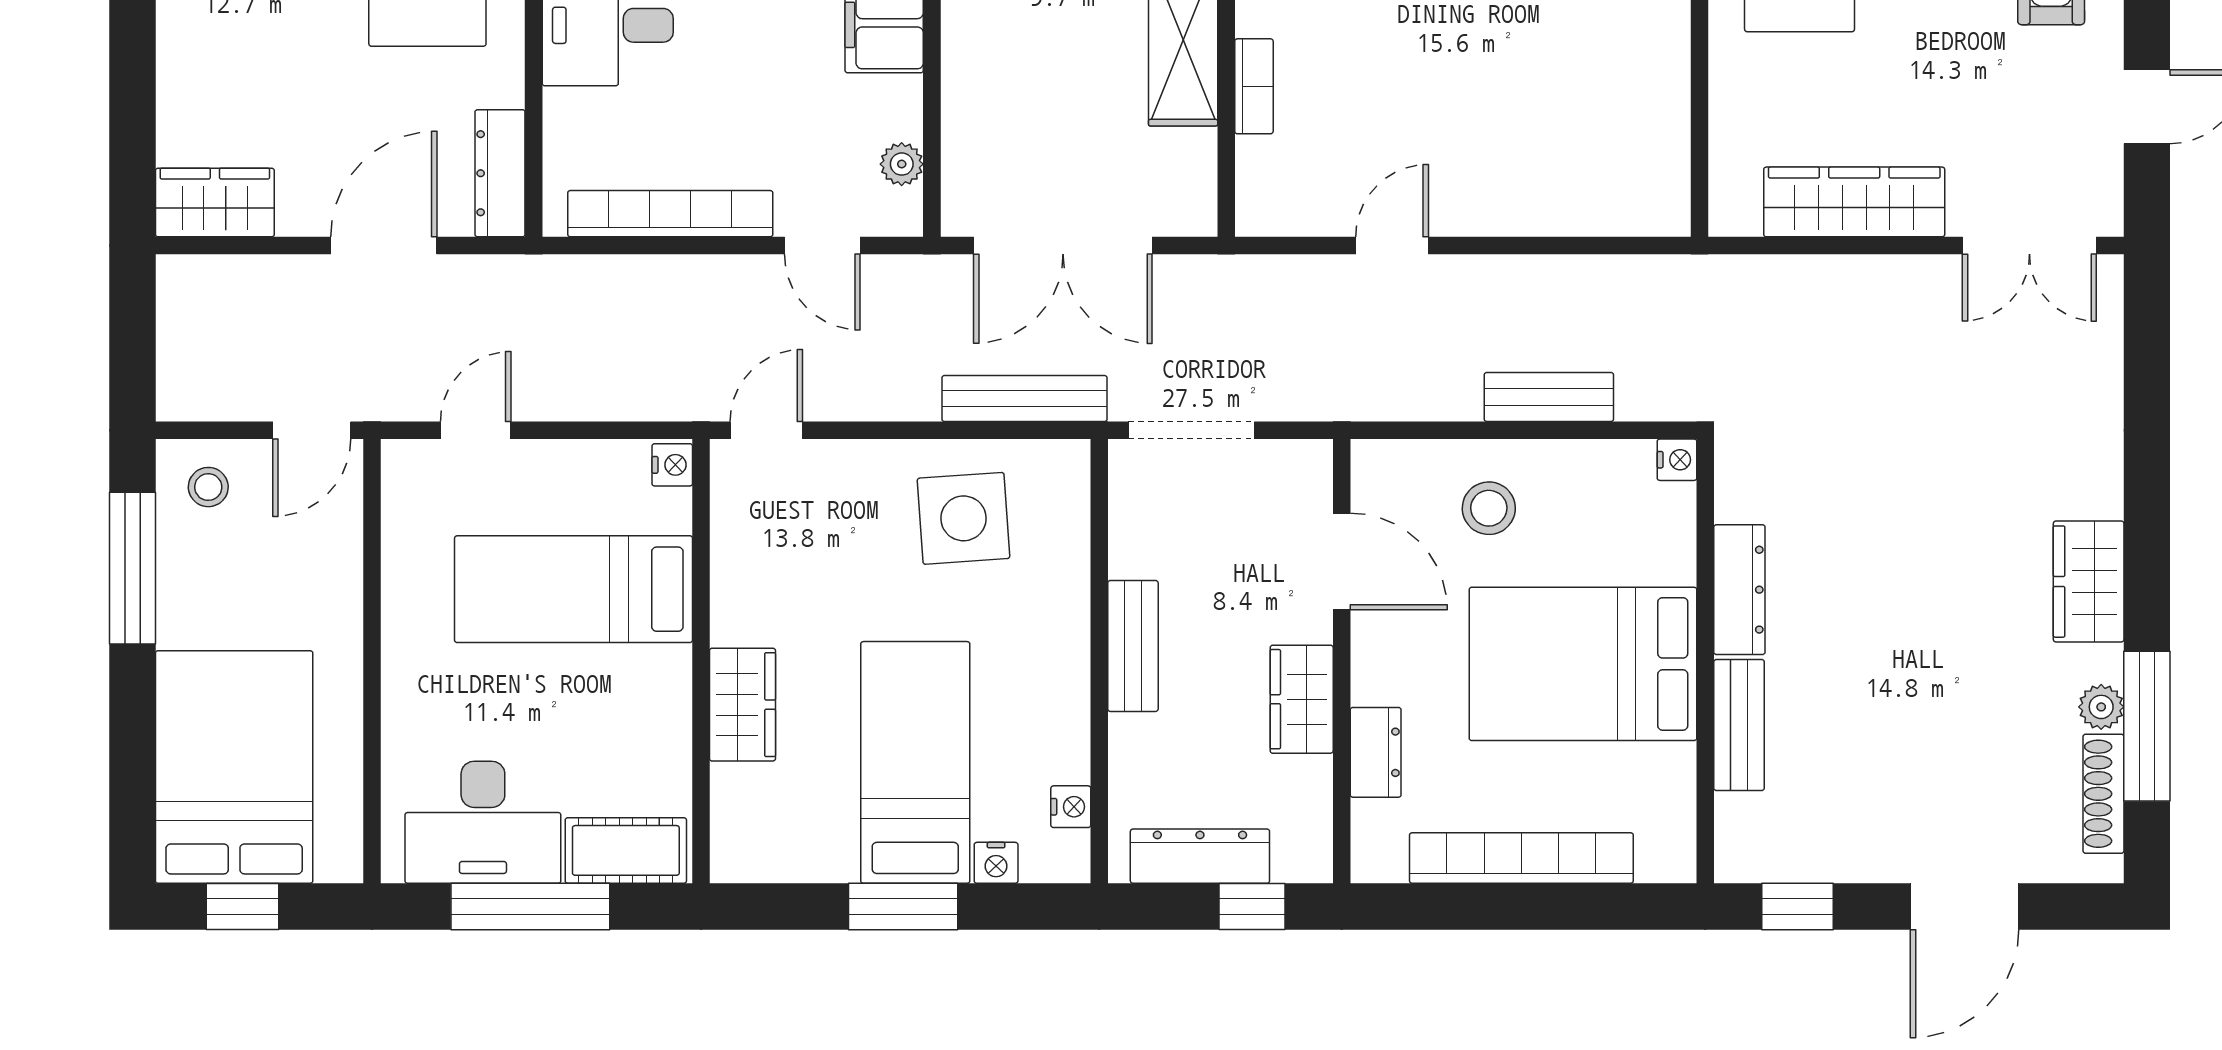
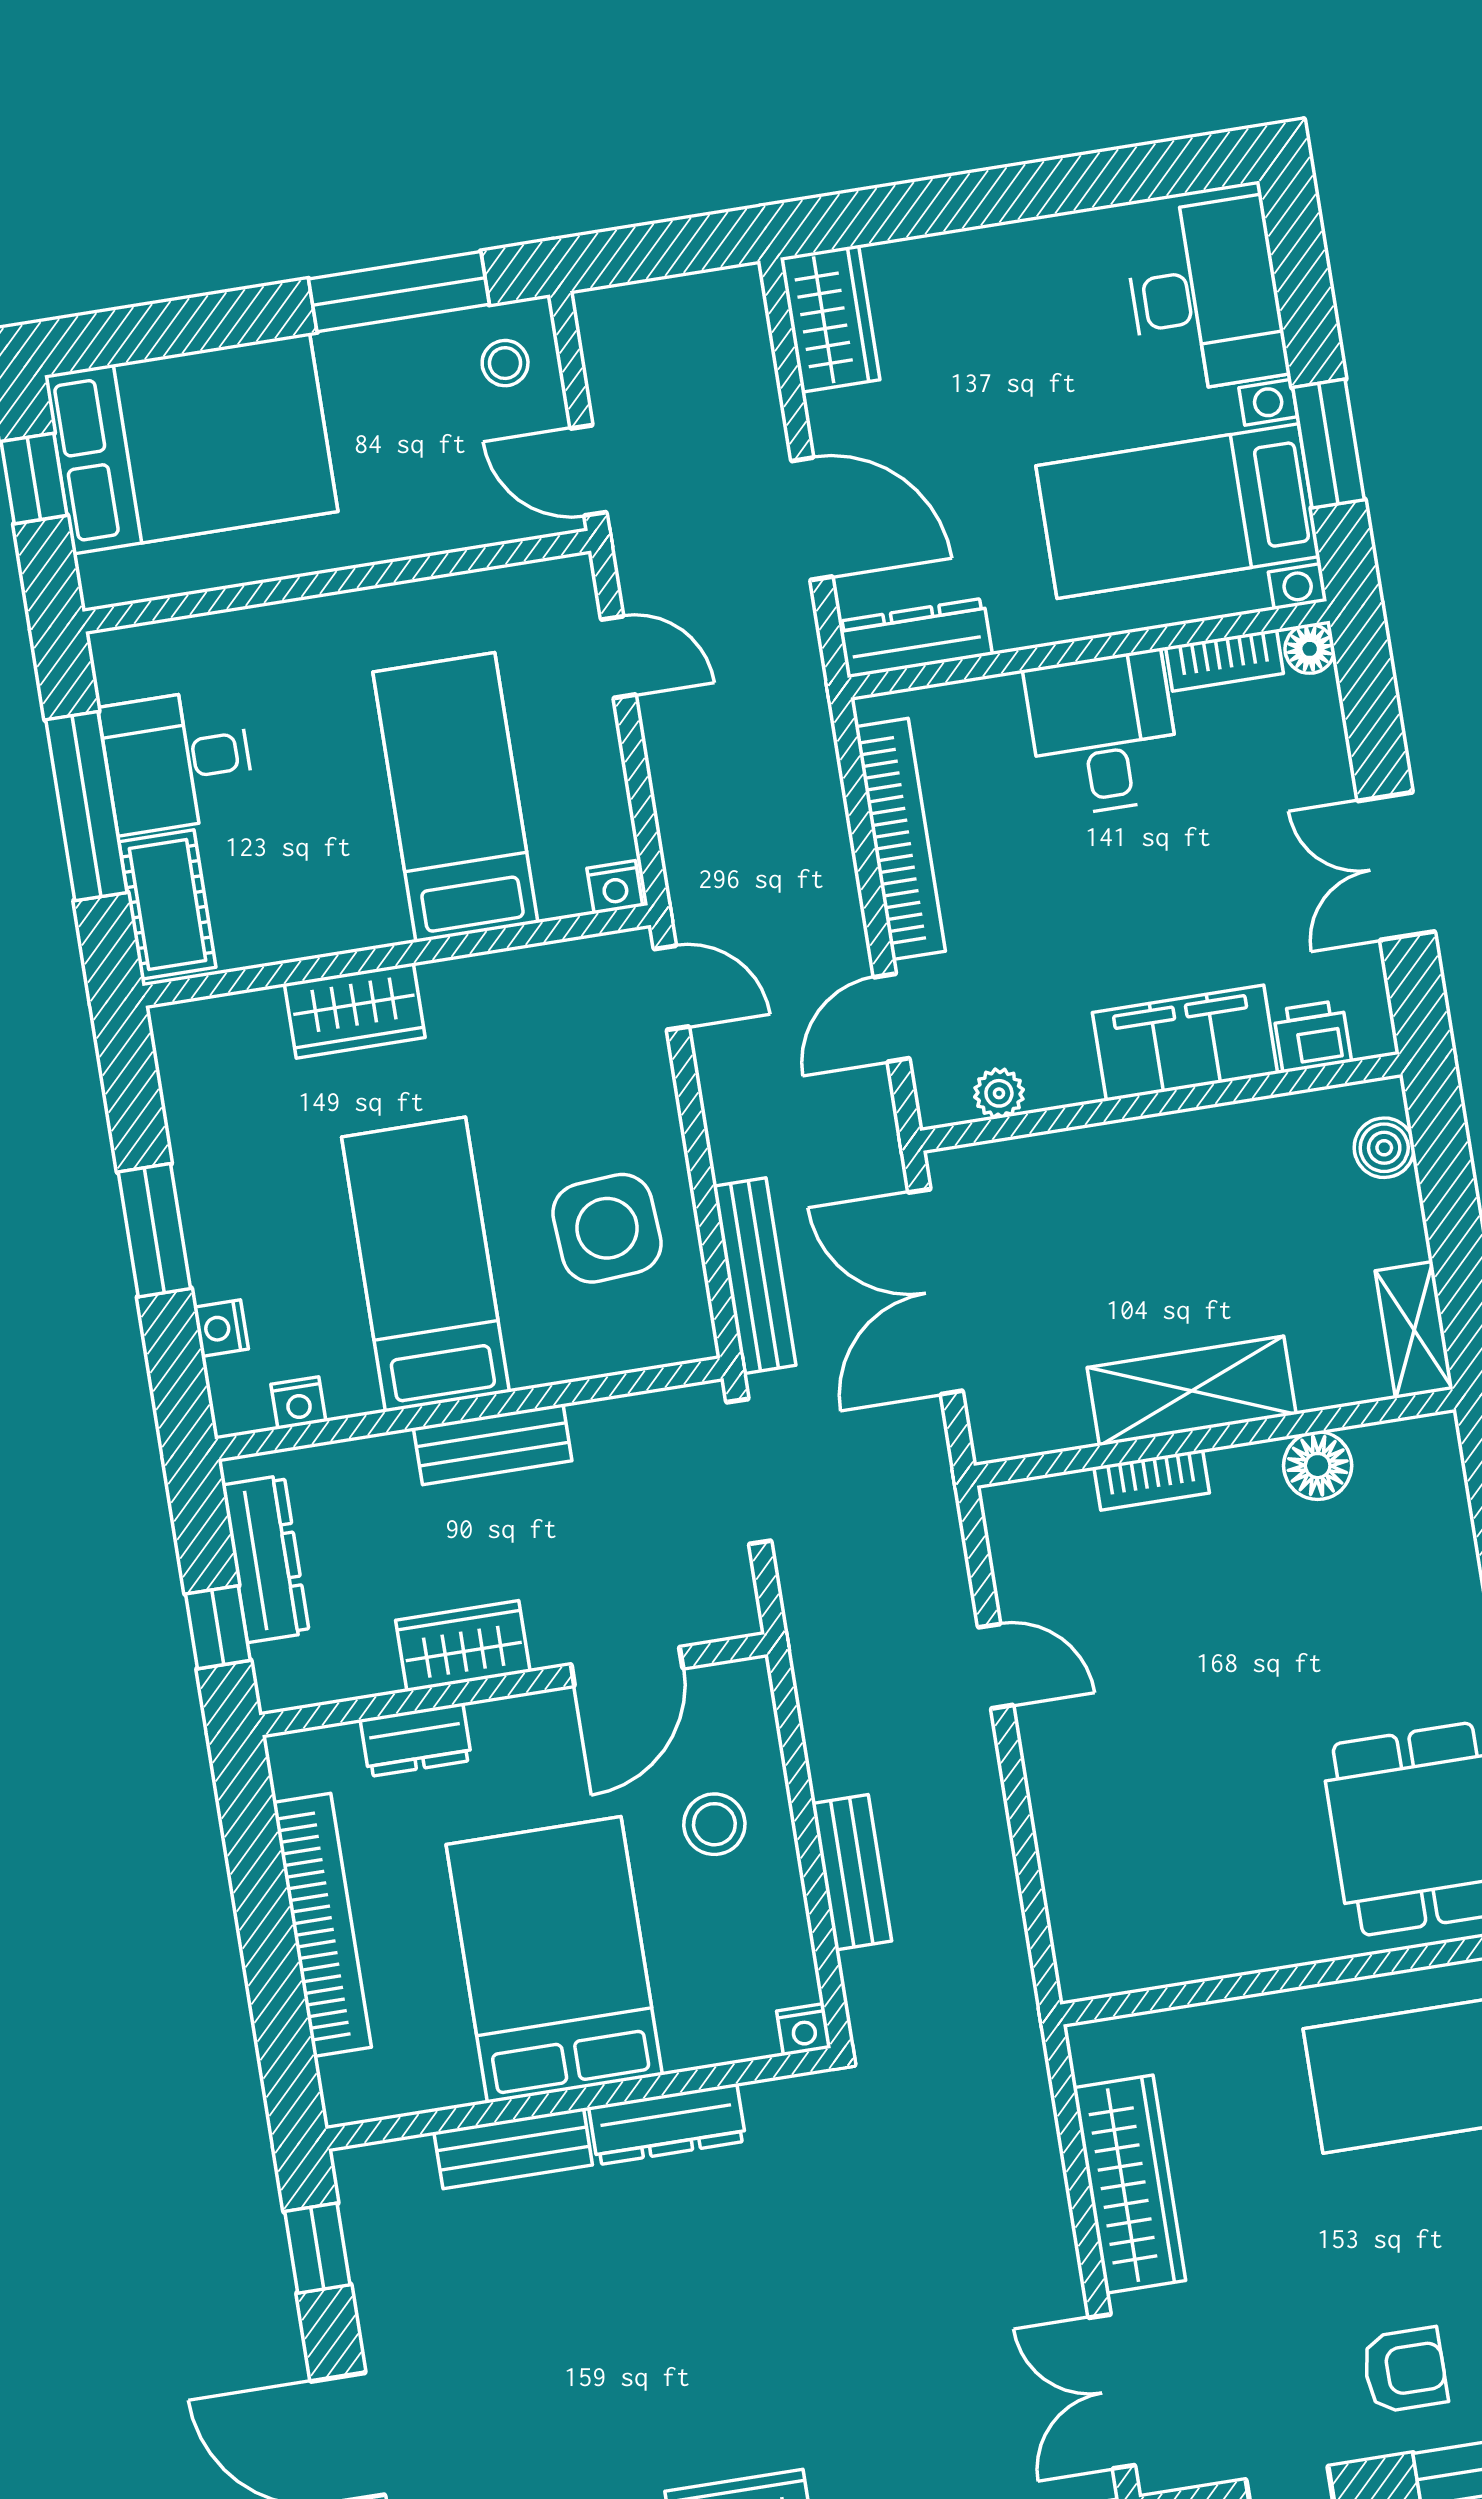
bed: (915, 762) -> (425, 1264), moved, turned -90
desk: (483, 822) -> (177, 761), width x0.73

